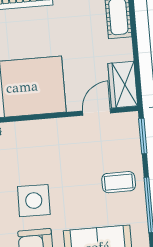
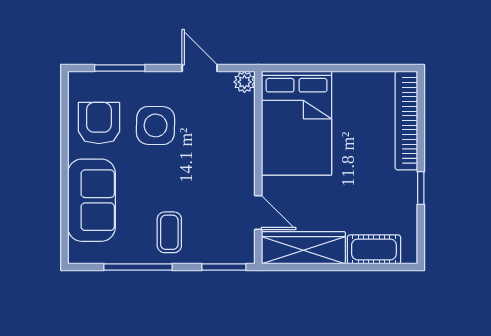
wardrobe: (123, 85) -> (303, 248), width x1.50

